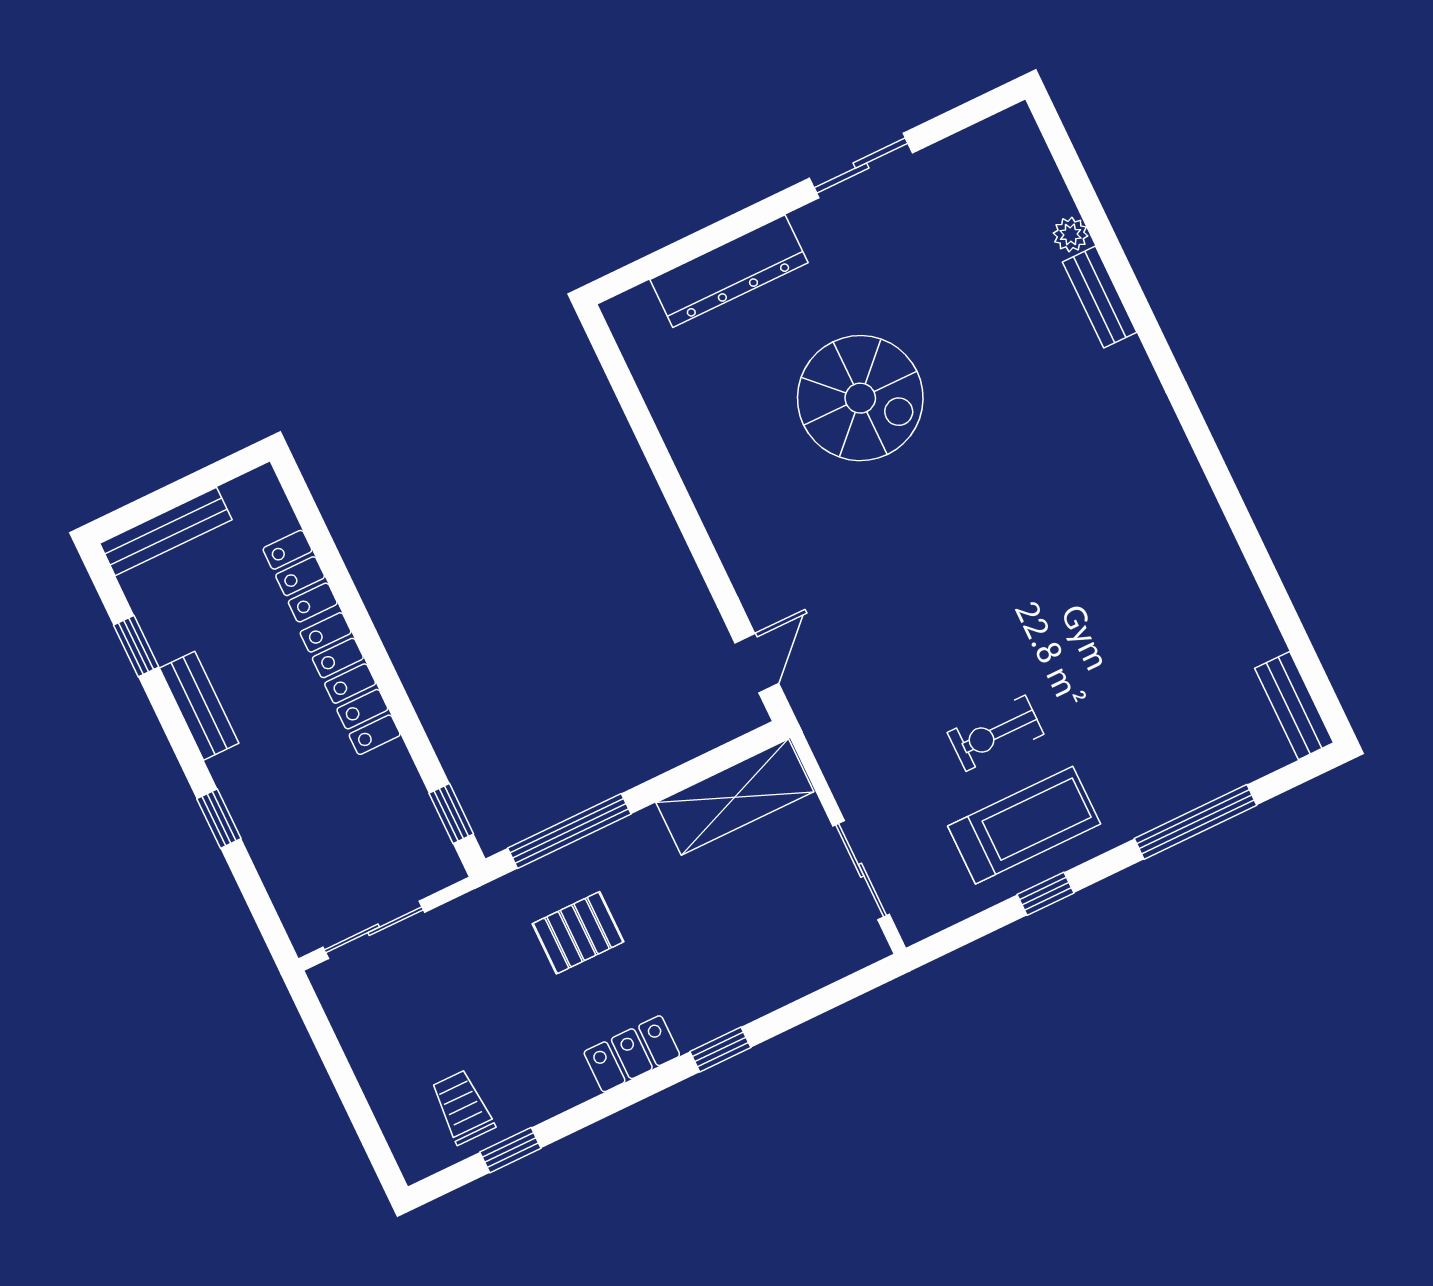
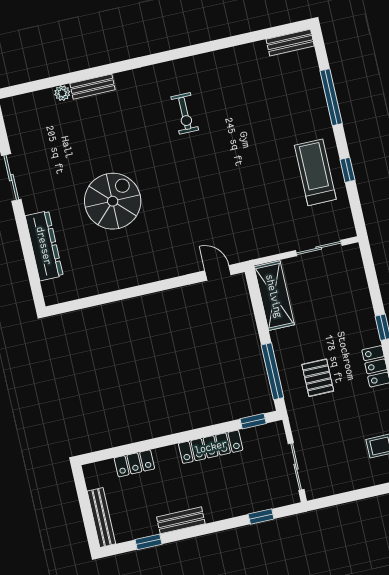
locker: (350, 684) -> (211, 447), moved
exercise bike: (996, 733) -> (185, 113), moved
window: (219, 819) -> (261, 516), moved

